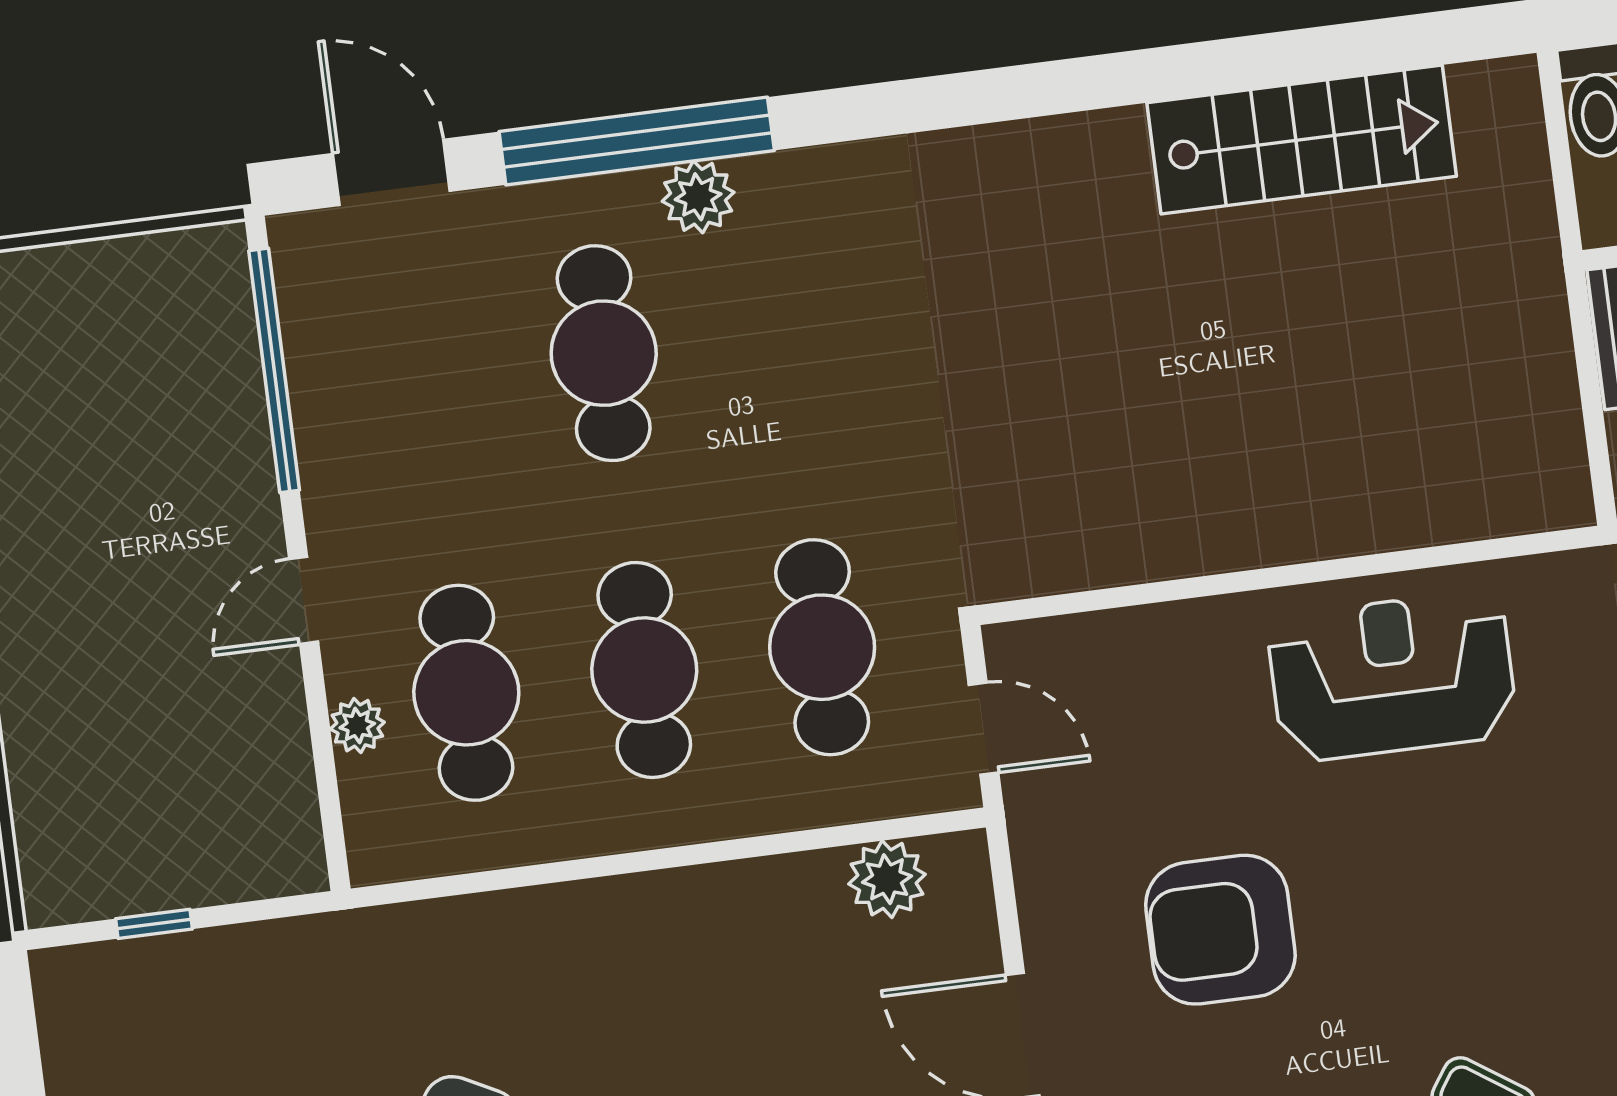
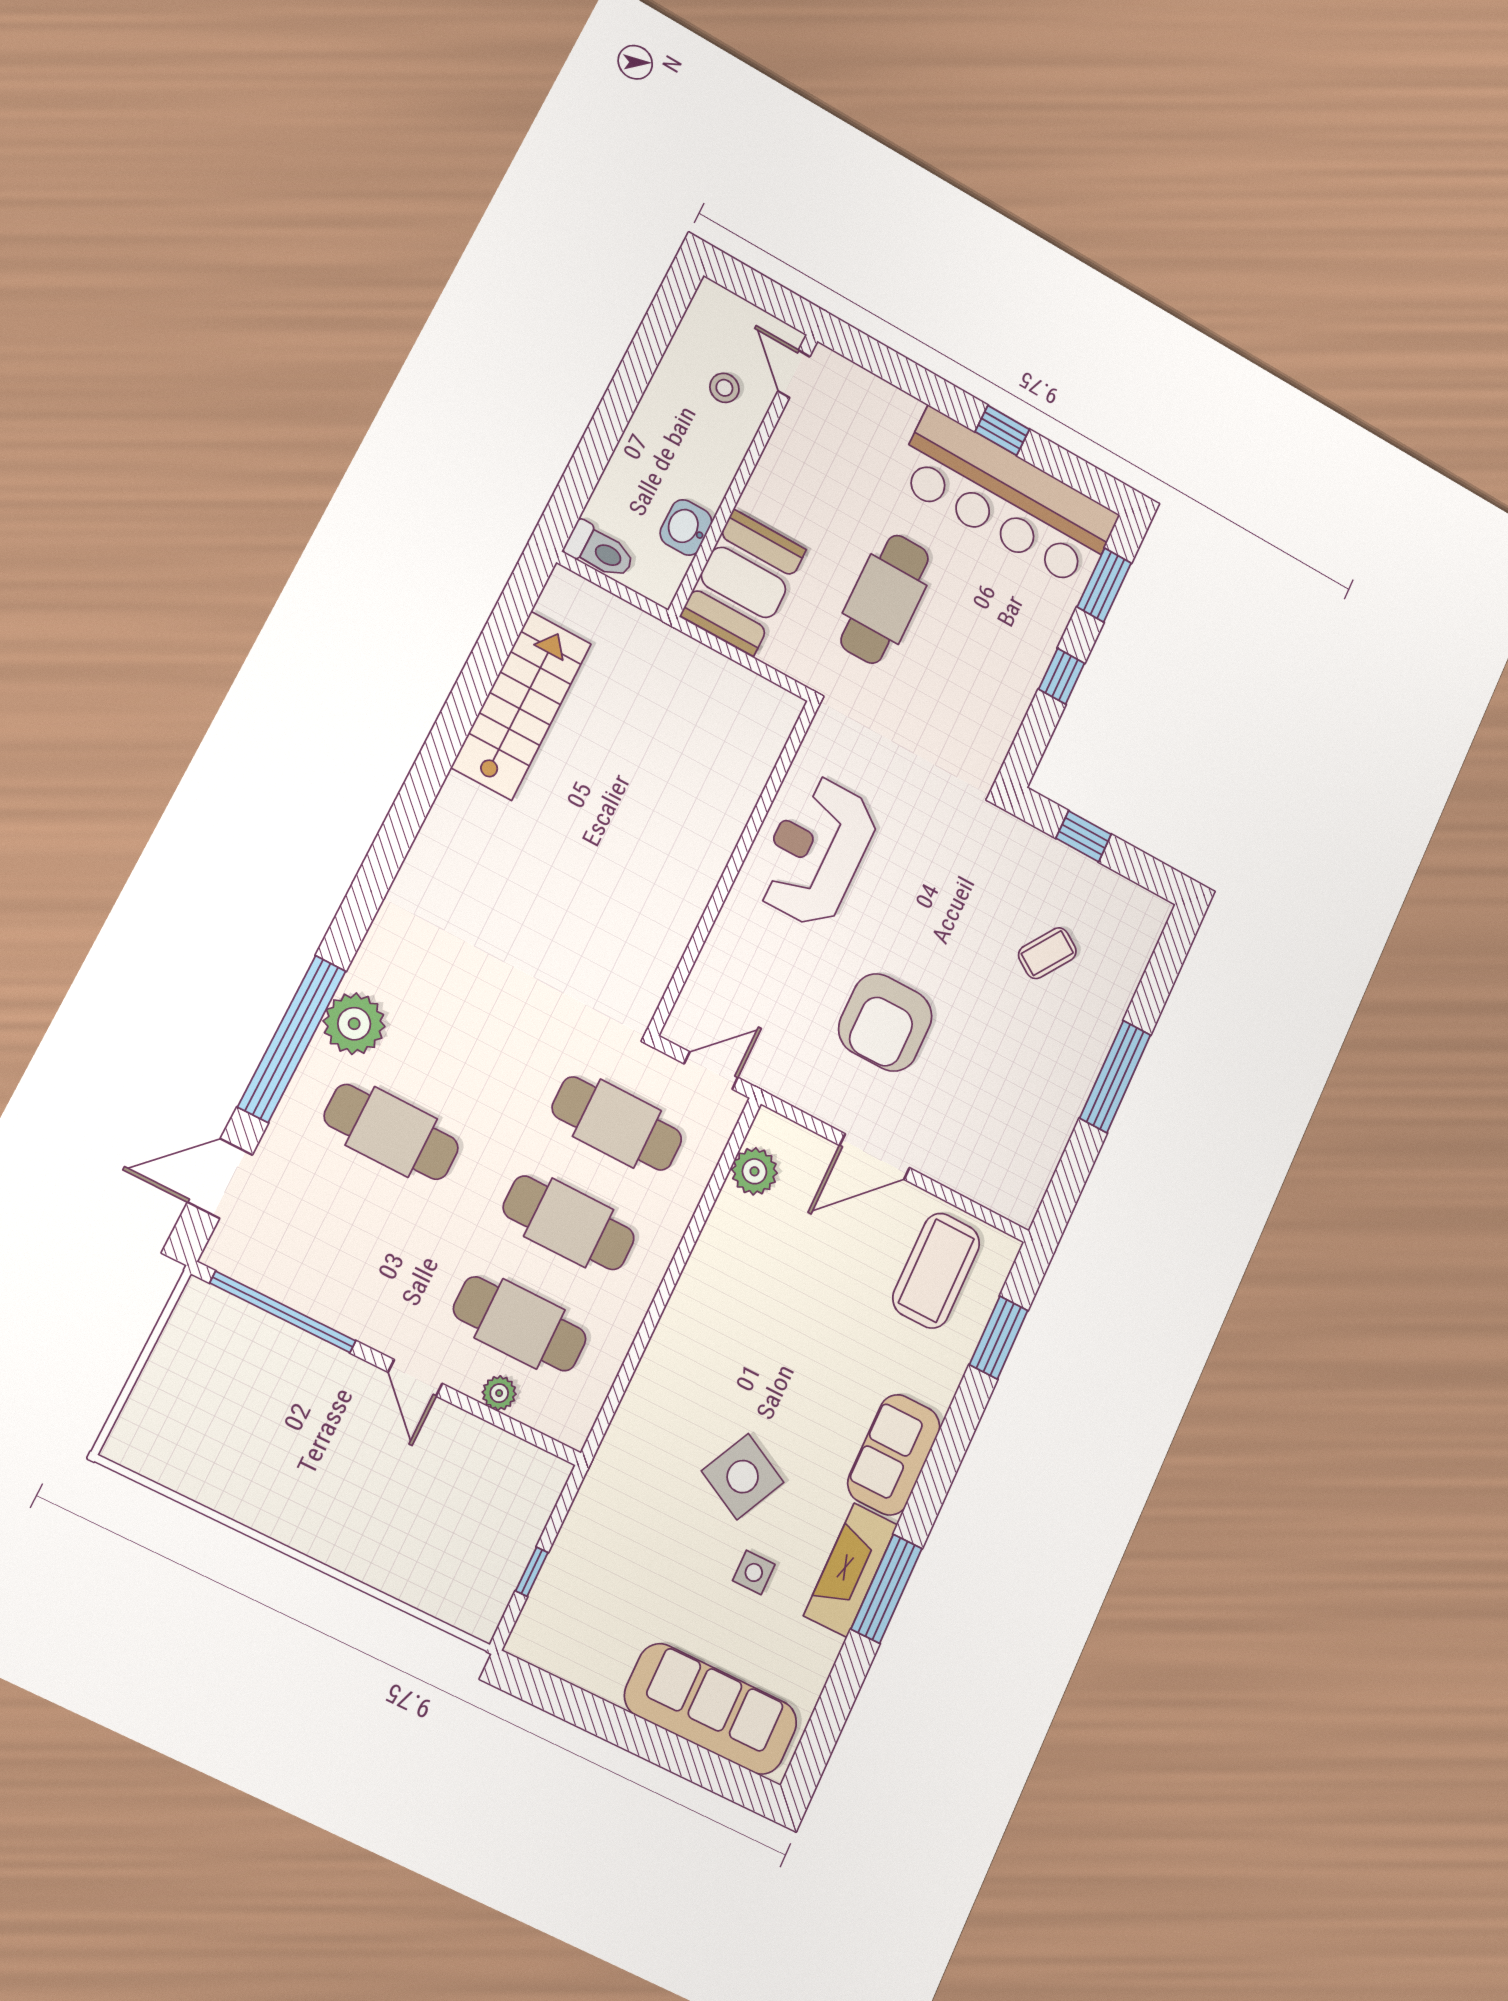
plant: (698, 197) -> (354, 1024), width x1.36, depth x1.36

